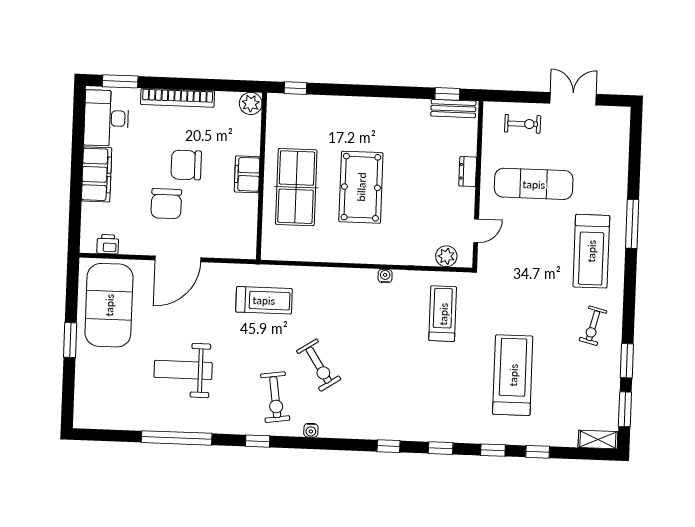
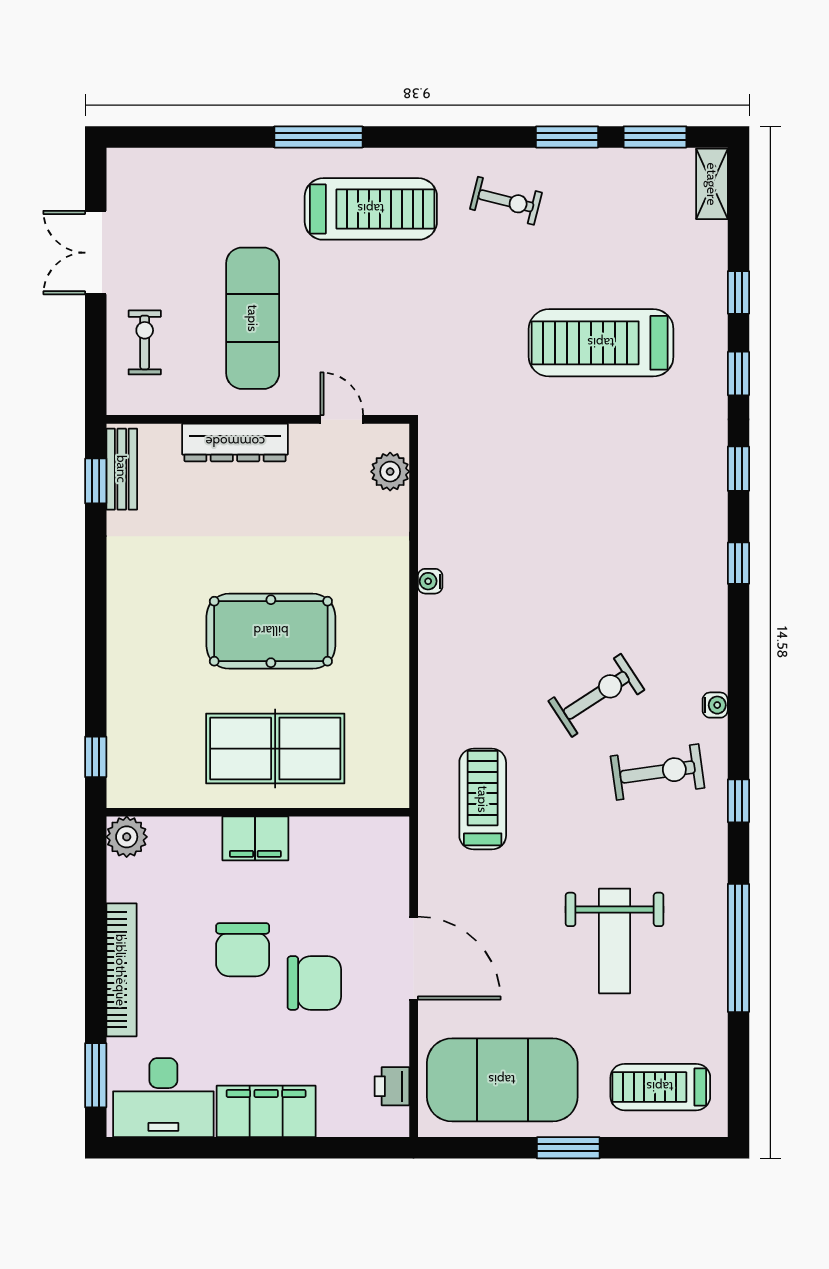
dresser: (468, 172) -> (235, 442), width x1.96, depth x1.24
treadmill: (443, 314) -> (660, 1087), moved

